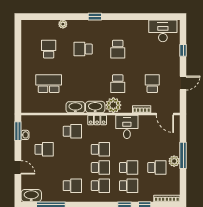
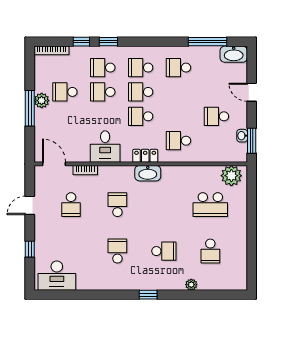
plant: (113, 105) -> (231, 176), moved
washbasin: (75, 107) -> (174, 173), removed

